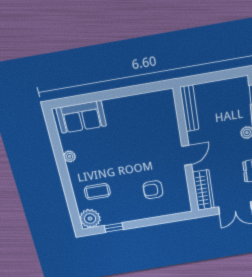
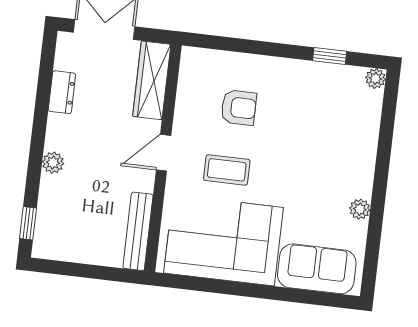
corner sofa: (139, 118) -> (223, 240), added
coffee table: (97, 192) -> (227, 170), moved
plant: (90, 219) -> (375, 78), width x0.53, depth x0.53

